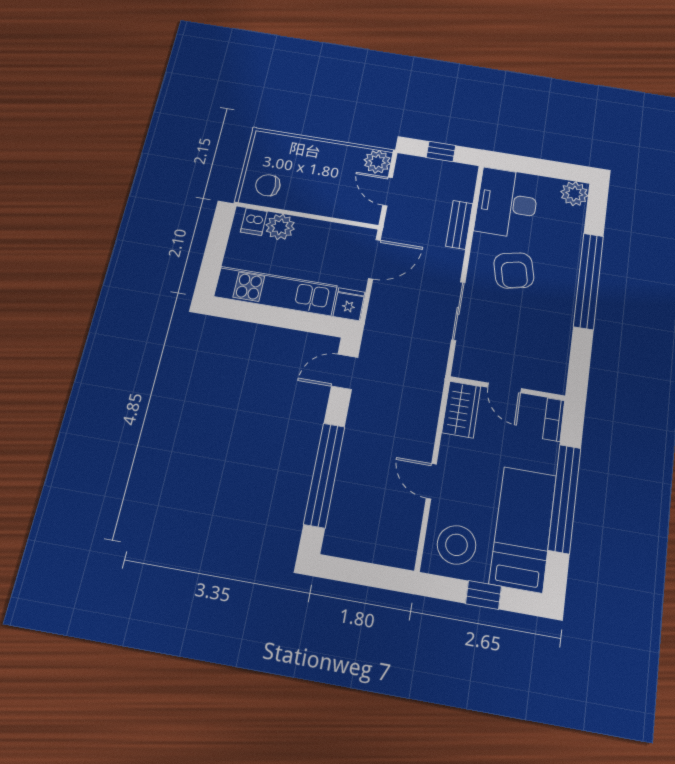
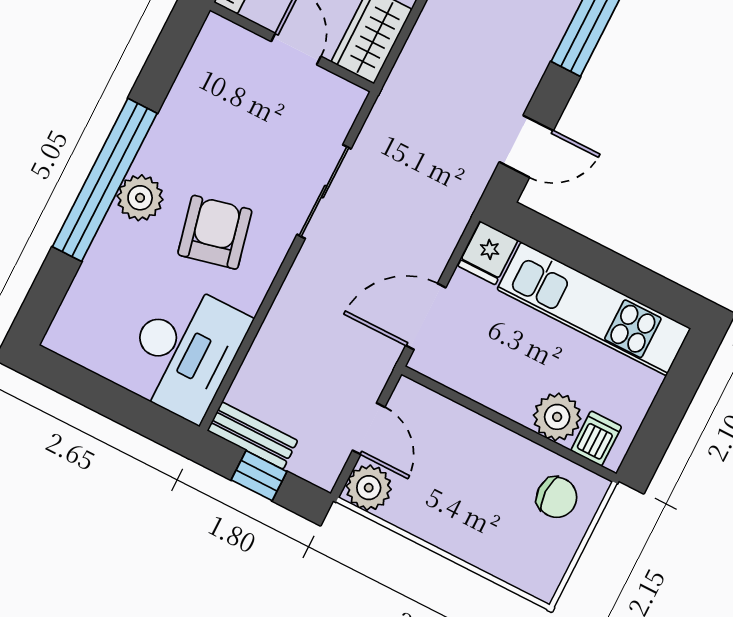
plant: (574, 194) -> (140, 198), moved
bench: (459, 225) -> (252, 436), moved, turned 90

